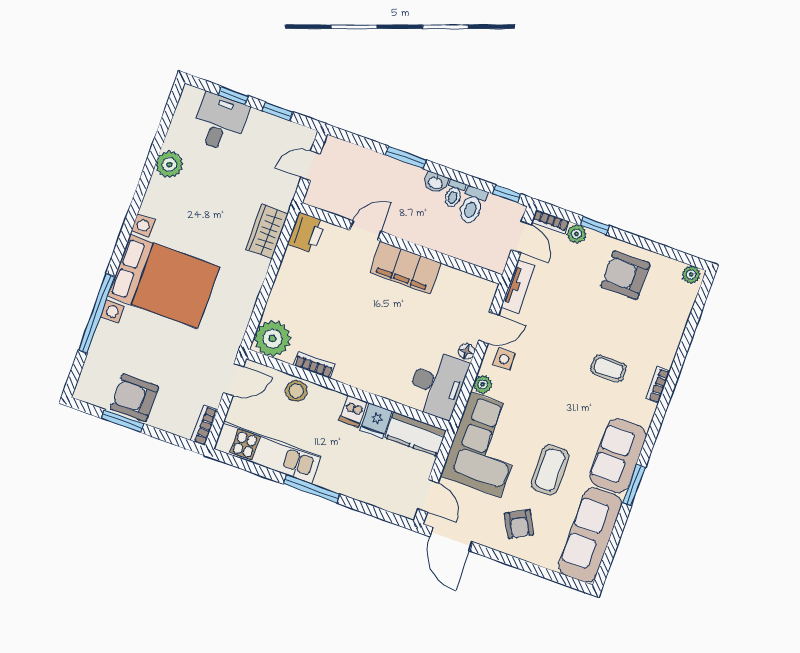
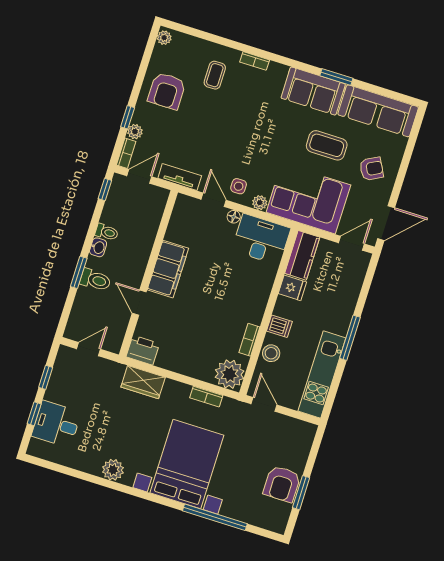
plant: (169, 164) -> (113, 470), moved
door: (311, 166) -> (88, 349), swing flipped
toilet: (472, 205) -> (95, 280), moved
coffee table: (608, 368) -> (215, 75), moved
dishwasher: (353, 411) -> (279, 326), moved
bookcase: (204, 425) -> (206, 397), moved

